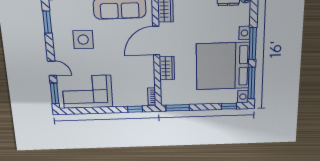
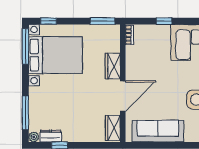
window: (253, 44) -> (25, 113), moved
bed with nightstands: (223, 66) -> (55, 55), width x0.73
window: (135, 109) -> (164, 21), moved

